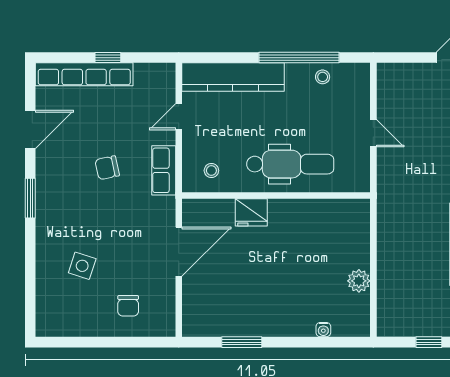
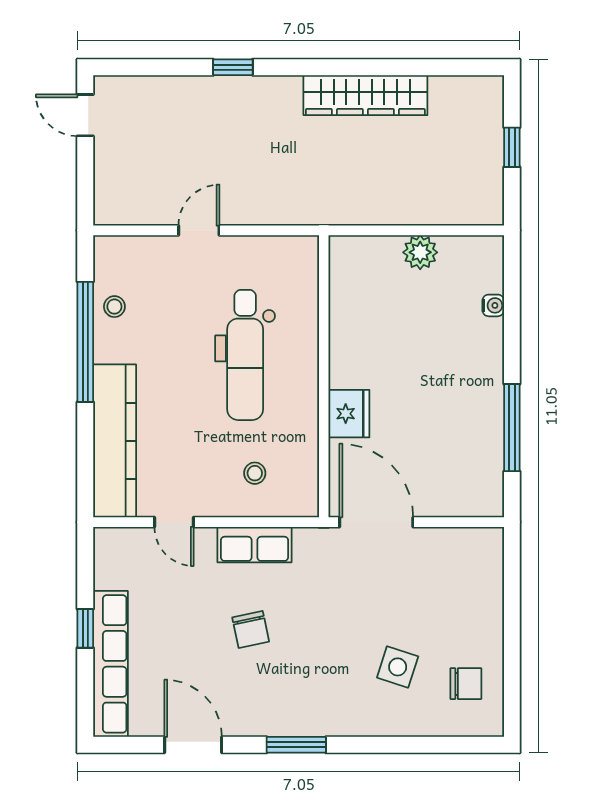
dental chair: (290, 164) -> (245, 355), turned 180
wall: (276, 196) -> (324, 376), moved
fridge: (251, 212) -> (349, 414), moved
chair: (128, 306) -> (466, 684), moved
window: (242, 342) -> (512, 428), width x1.44

